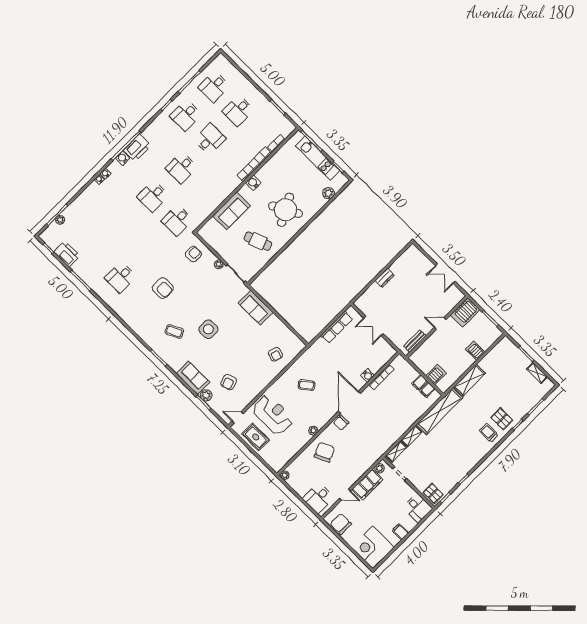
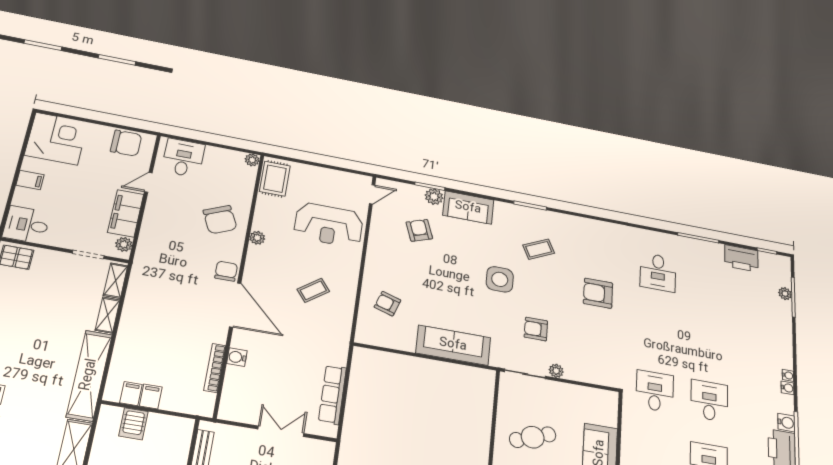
armchair: (193, 254) -> (536, 329), moved, turned 90
desk: (121, 277) -> (658, 272), turned 180
sofa: (256, 308) -> (453, 345), width x1.36
rug: (256, 437) -> (275, 179), moved, turned 90

